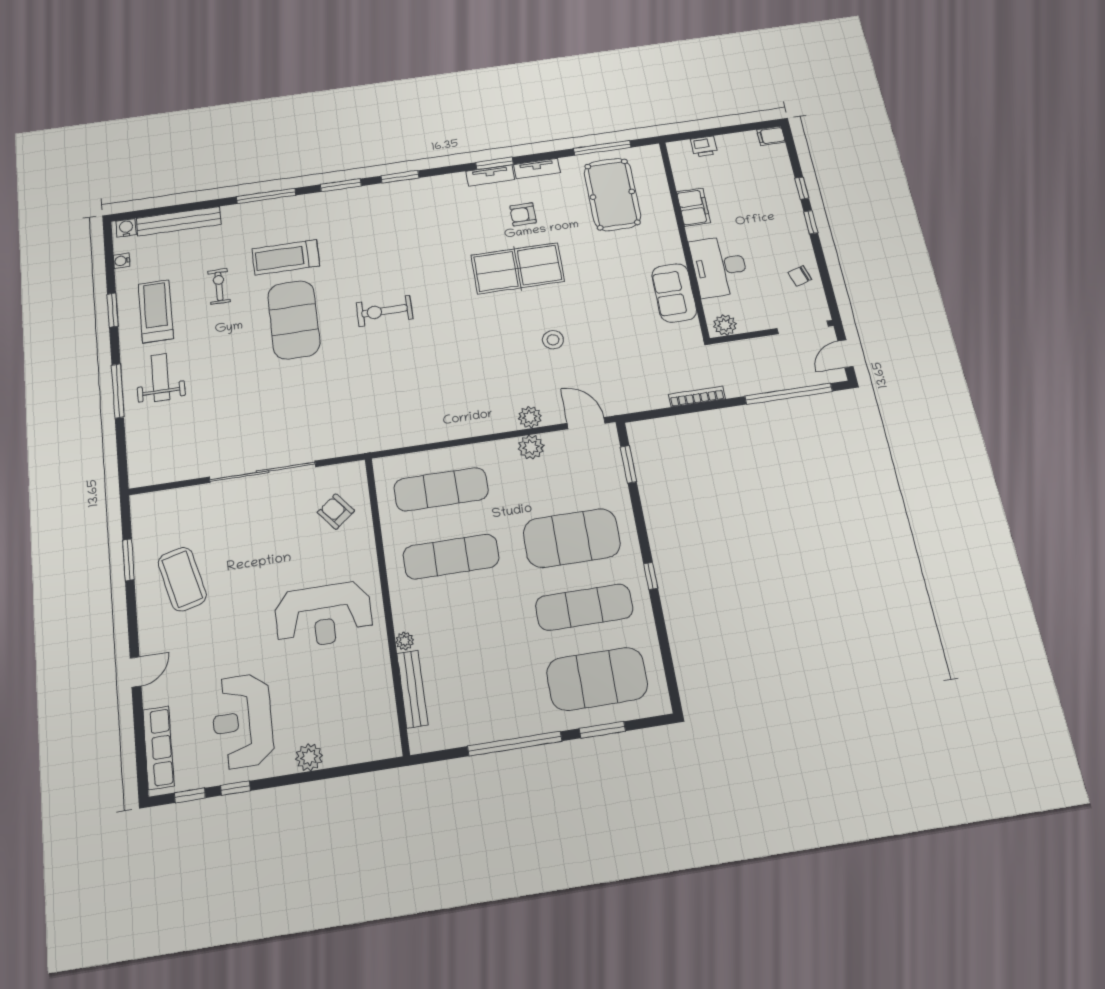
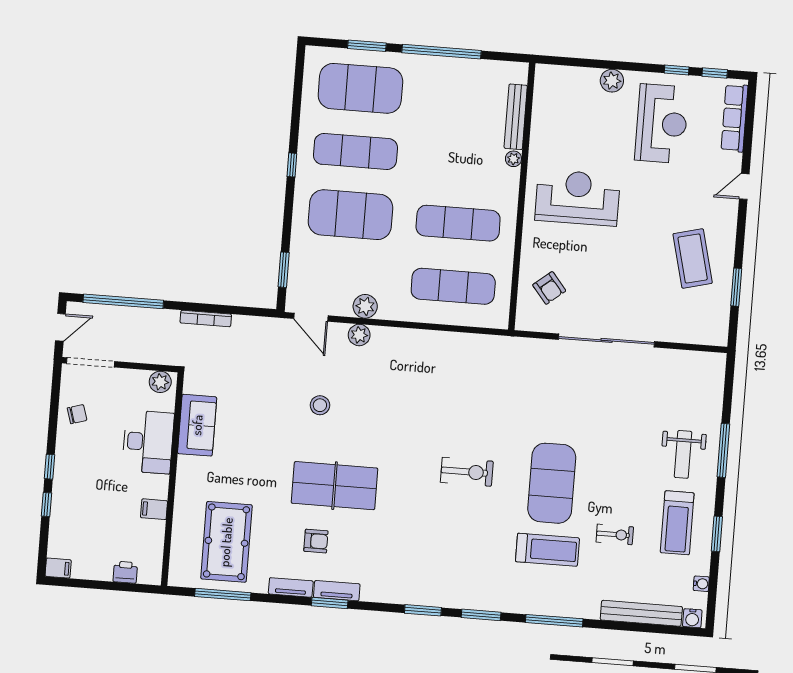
filing cabinet: (694, 207) -> (154, 509), width x0.50
exercise bike: (219, 286) -> (615, 534), turned -90

